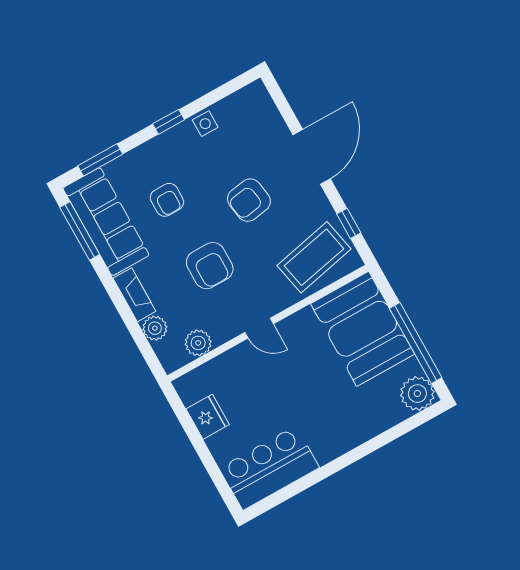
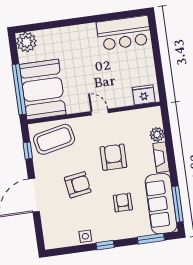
plant: (198, 343) -> (136, 117), removed
window: (416, 343) -> (19, 89), moved
fridge: (208, 417) -> (144, 95), moved, turned 90

